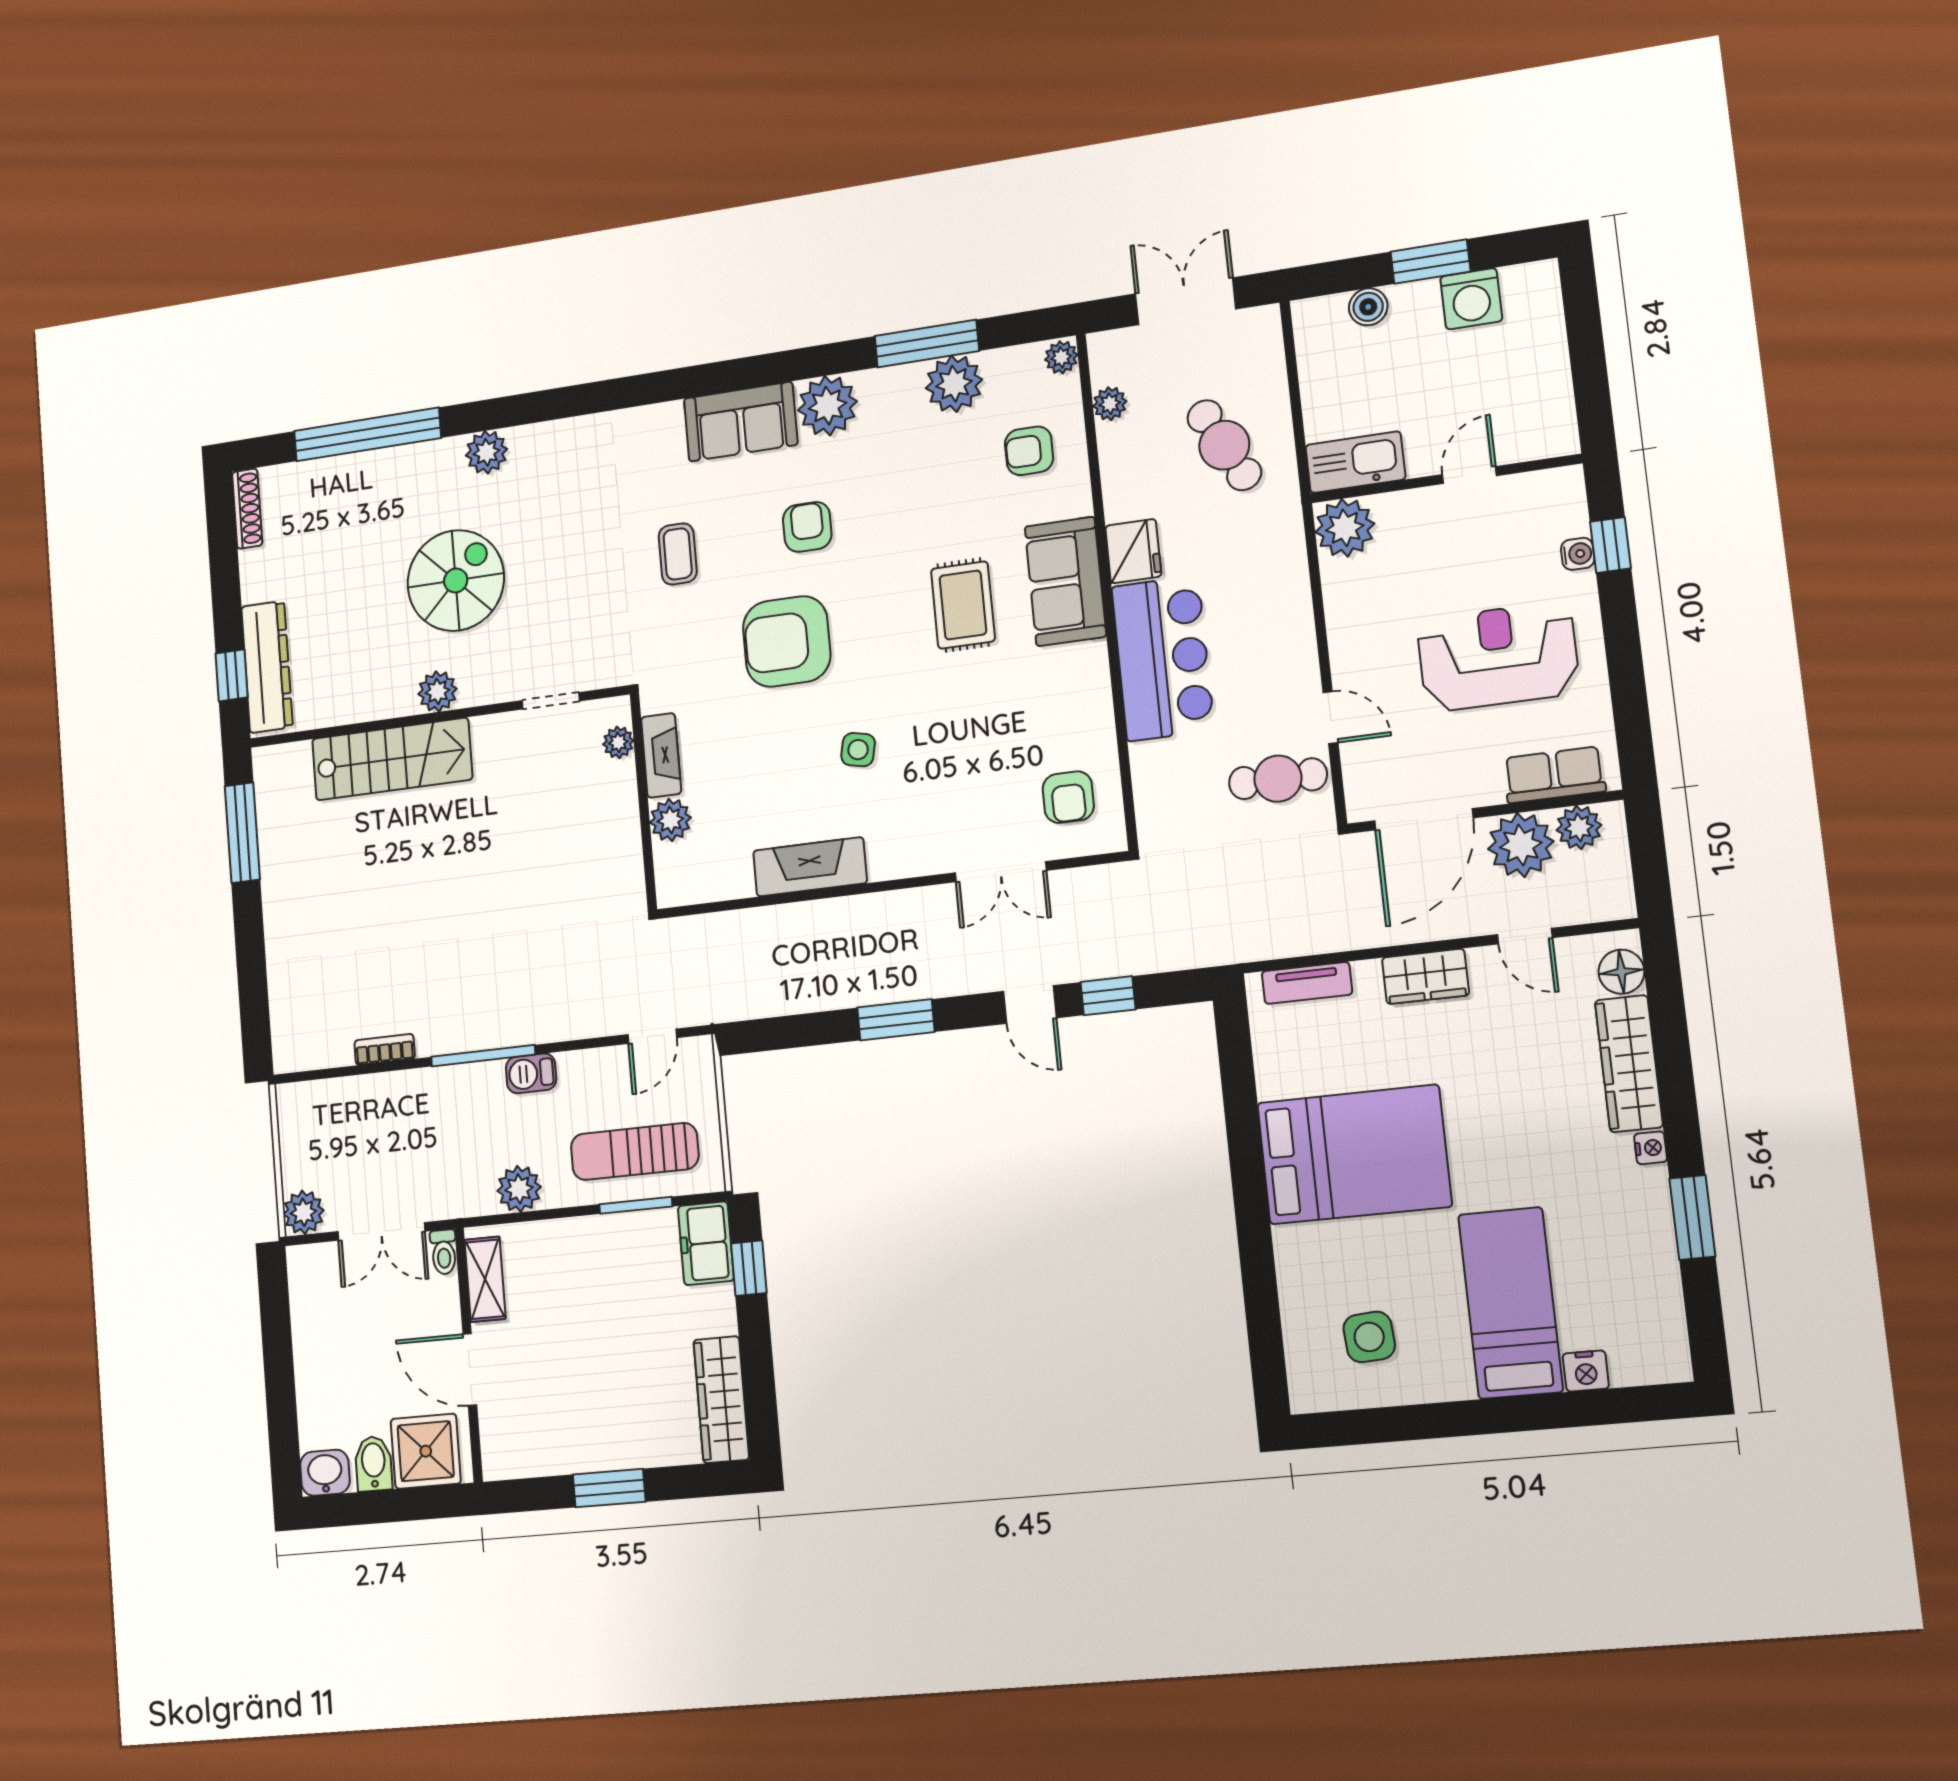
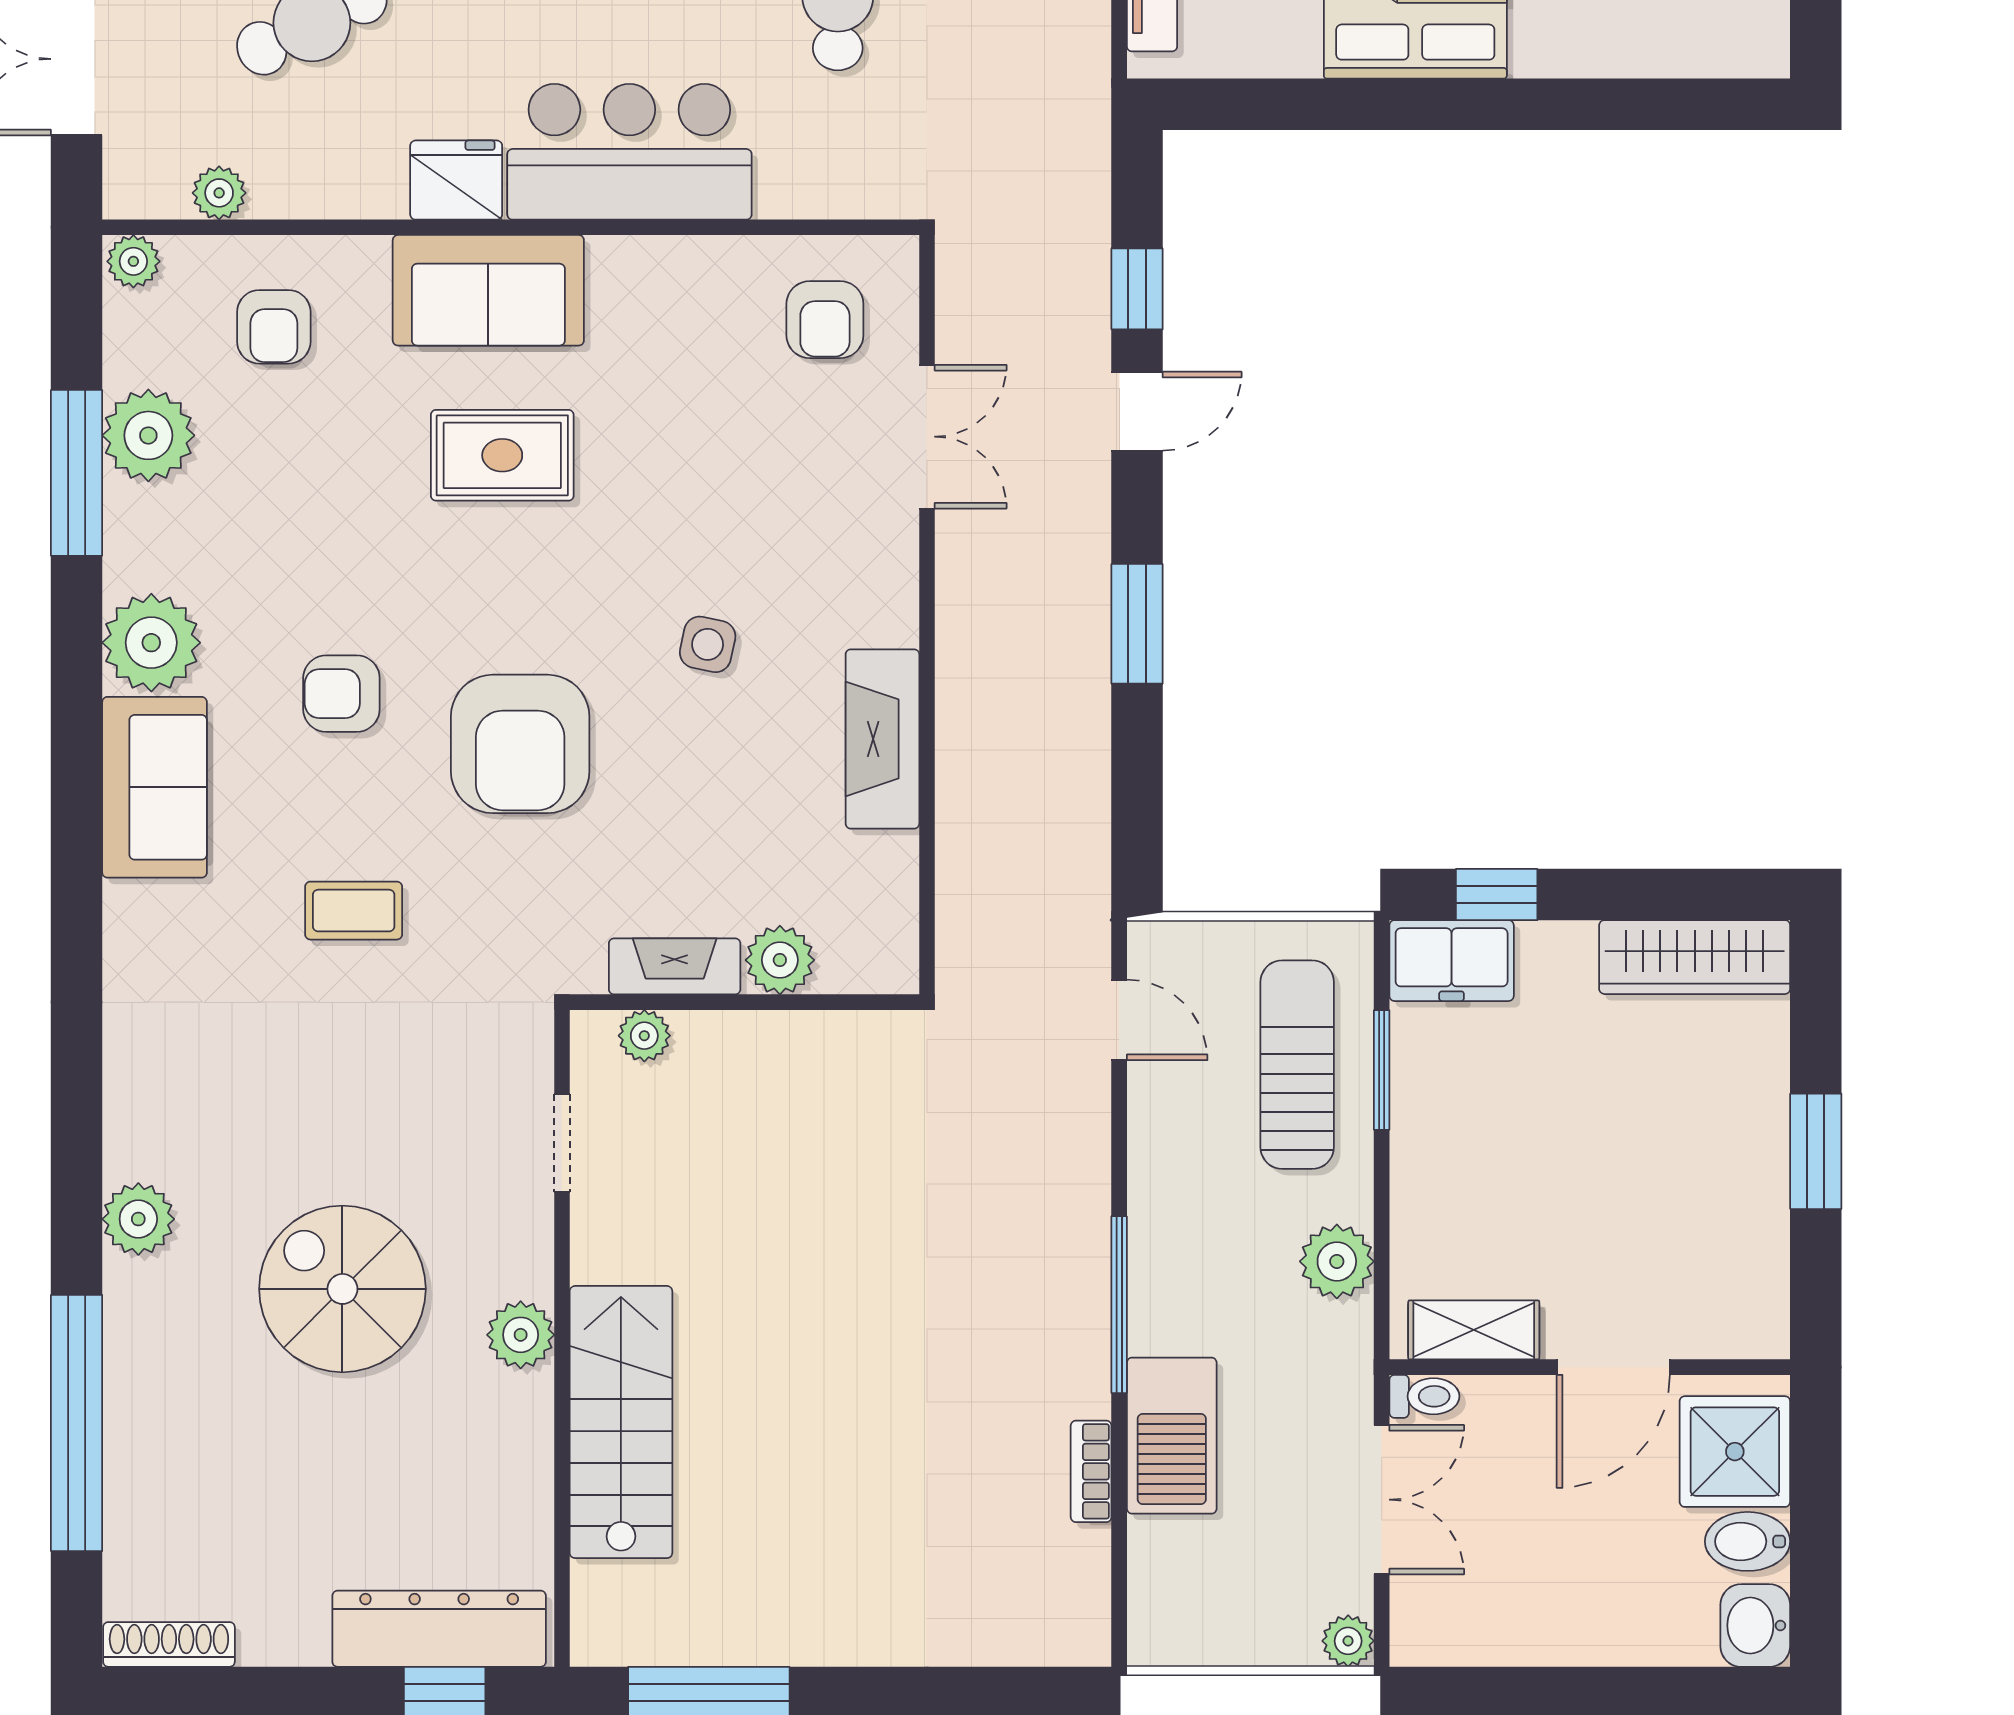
armchair: (1068, 797) -> (825, 320), turned 90
barbecue: (531, 1073) -> (1172, 1436), moved, width x1.88, depth x1.53
sun lounger: (635, 1151) -> (1297, 1065), turned 180
plant: (304, 1212) -> (1348, 1641), width x0.73, depth x0.73

